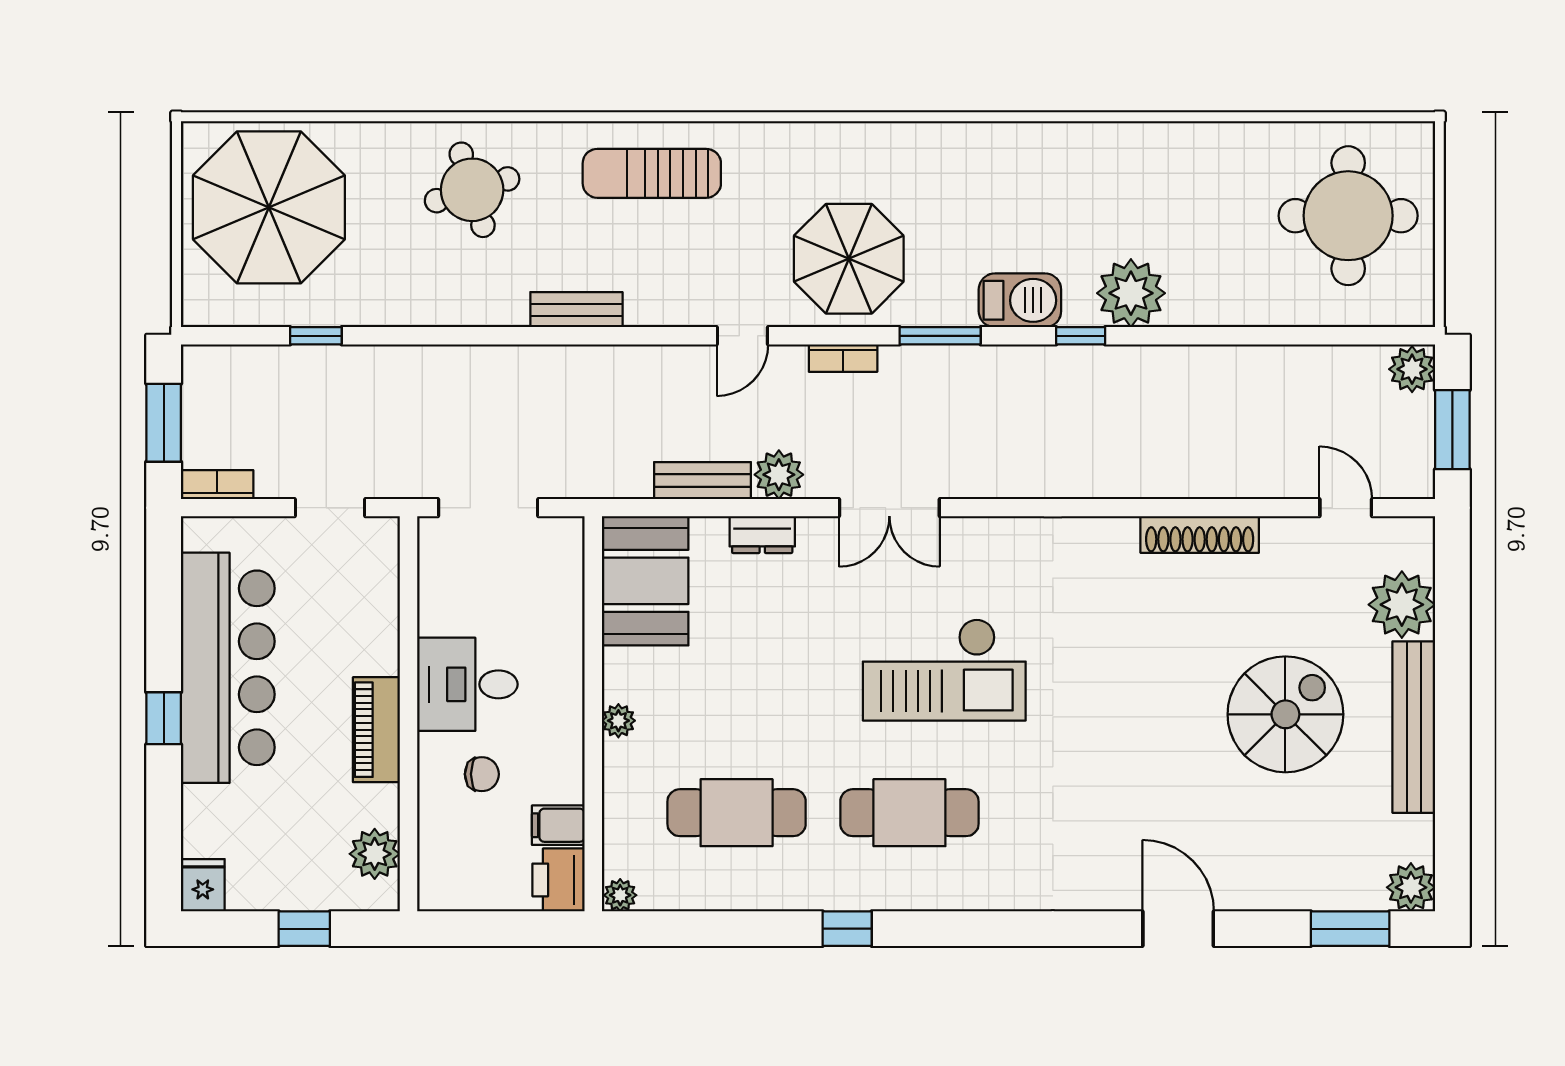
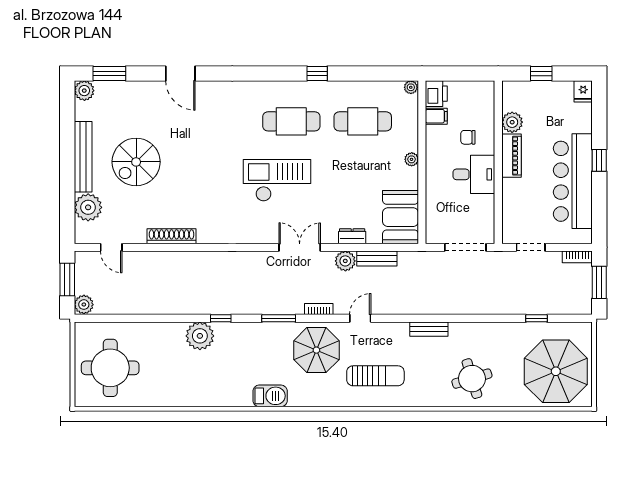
sun lounger: (652, 173) -> (375, 376), moved
barbecue: (1020, 300) -> (270, 396), moved, turned 180
plant: (375, 854) -> (512, 122), moved

